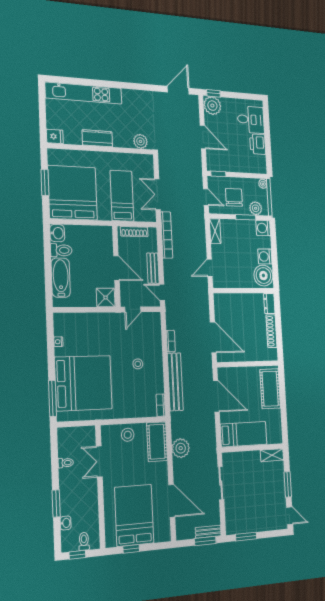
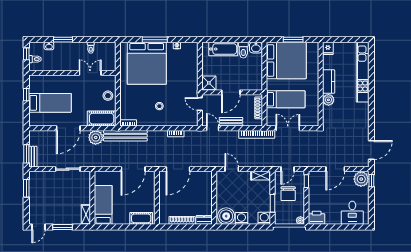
door: (178, 90) -> (371, 150), hinge flipped
plant: (140, 141) -> (328, 100), moved
printer: (258, 144) -> (317, 218), moved
chair: (234, 197) -> (288, 194), turned 90
plant: (256, 208) -> (280, 213), removed
door: (162, 292) -> (213, 128), hinge flipped
bench: (175, 382) -> (125, 136), moved
cot: (270, 389) -> (141, 218), width x0.73, depth x0.75
window: (52, 398) -> (155, 40), moved
bed: (244, 434) -> (103, 205), moved, turned 180
door: (172, 501) -> (68, 128), moved
bed: (134, 515) -> (50, 103), width x0.67

